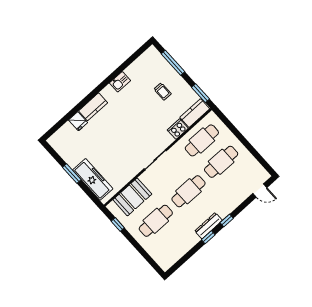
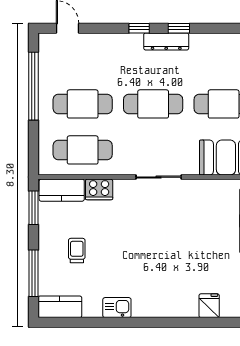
kitchen counter: (93, 107) -> (60, 307), moved
window: (251, 149) -> (33, 86), added

